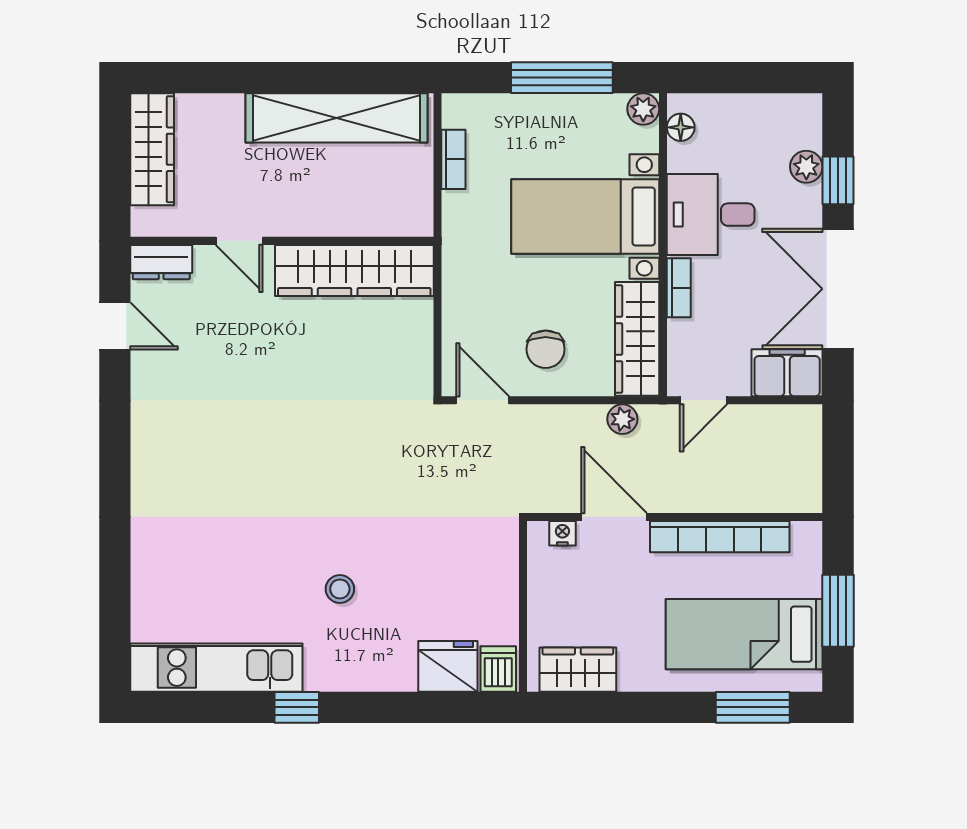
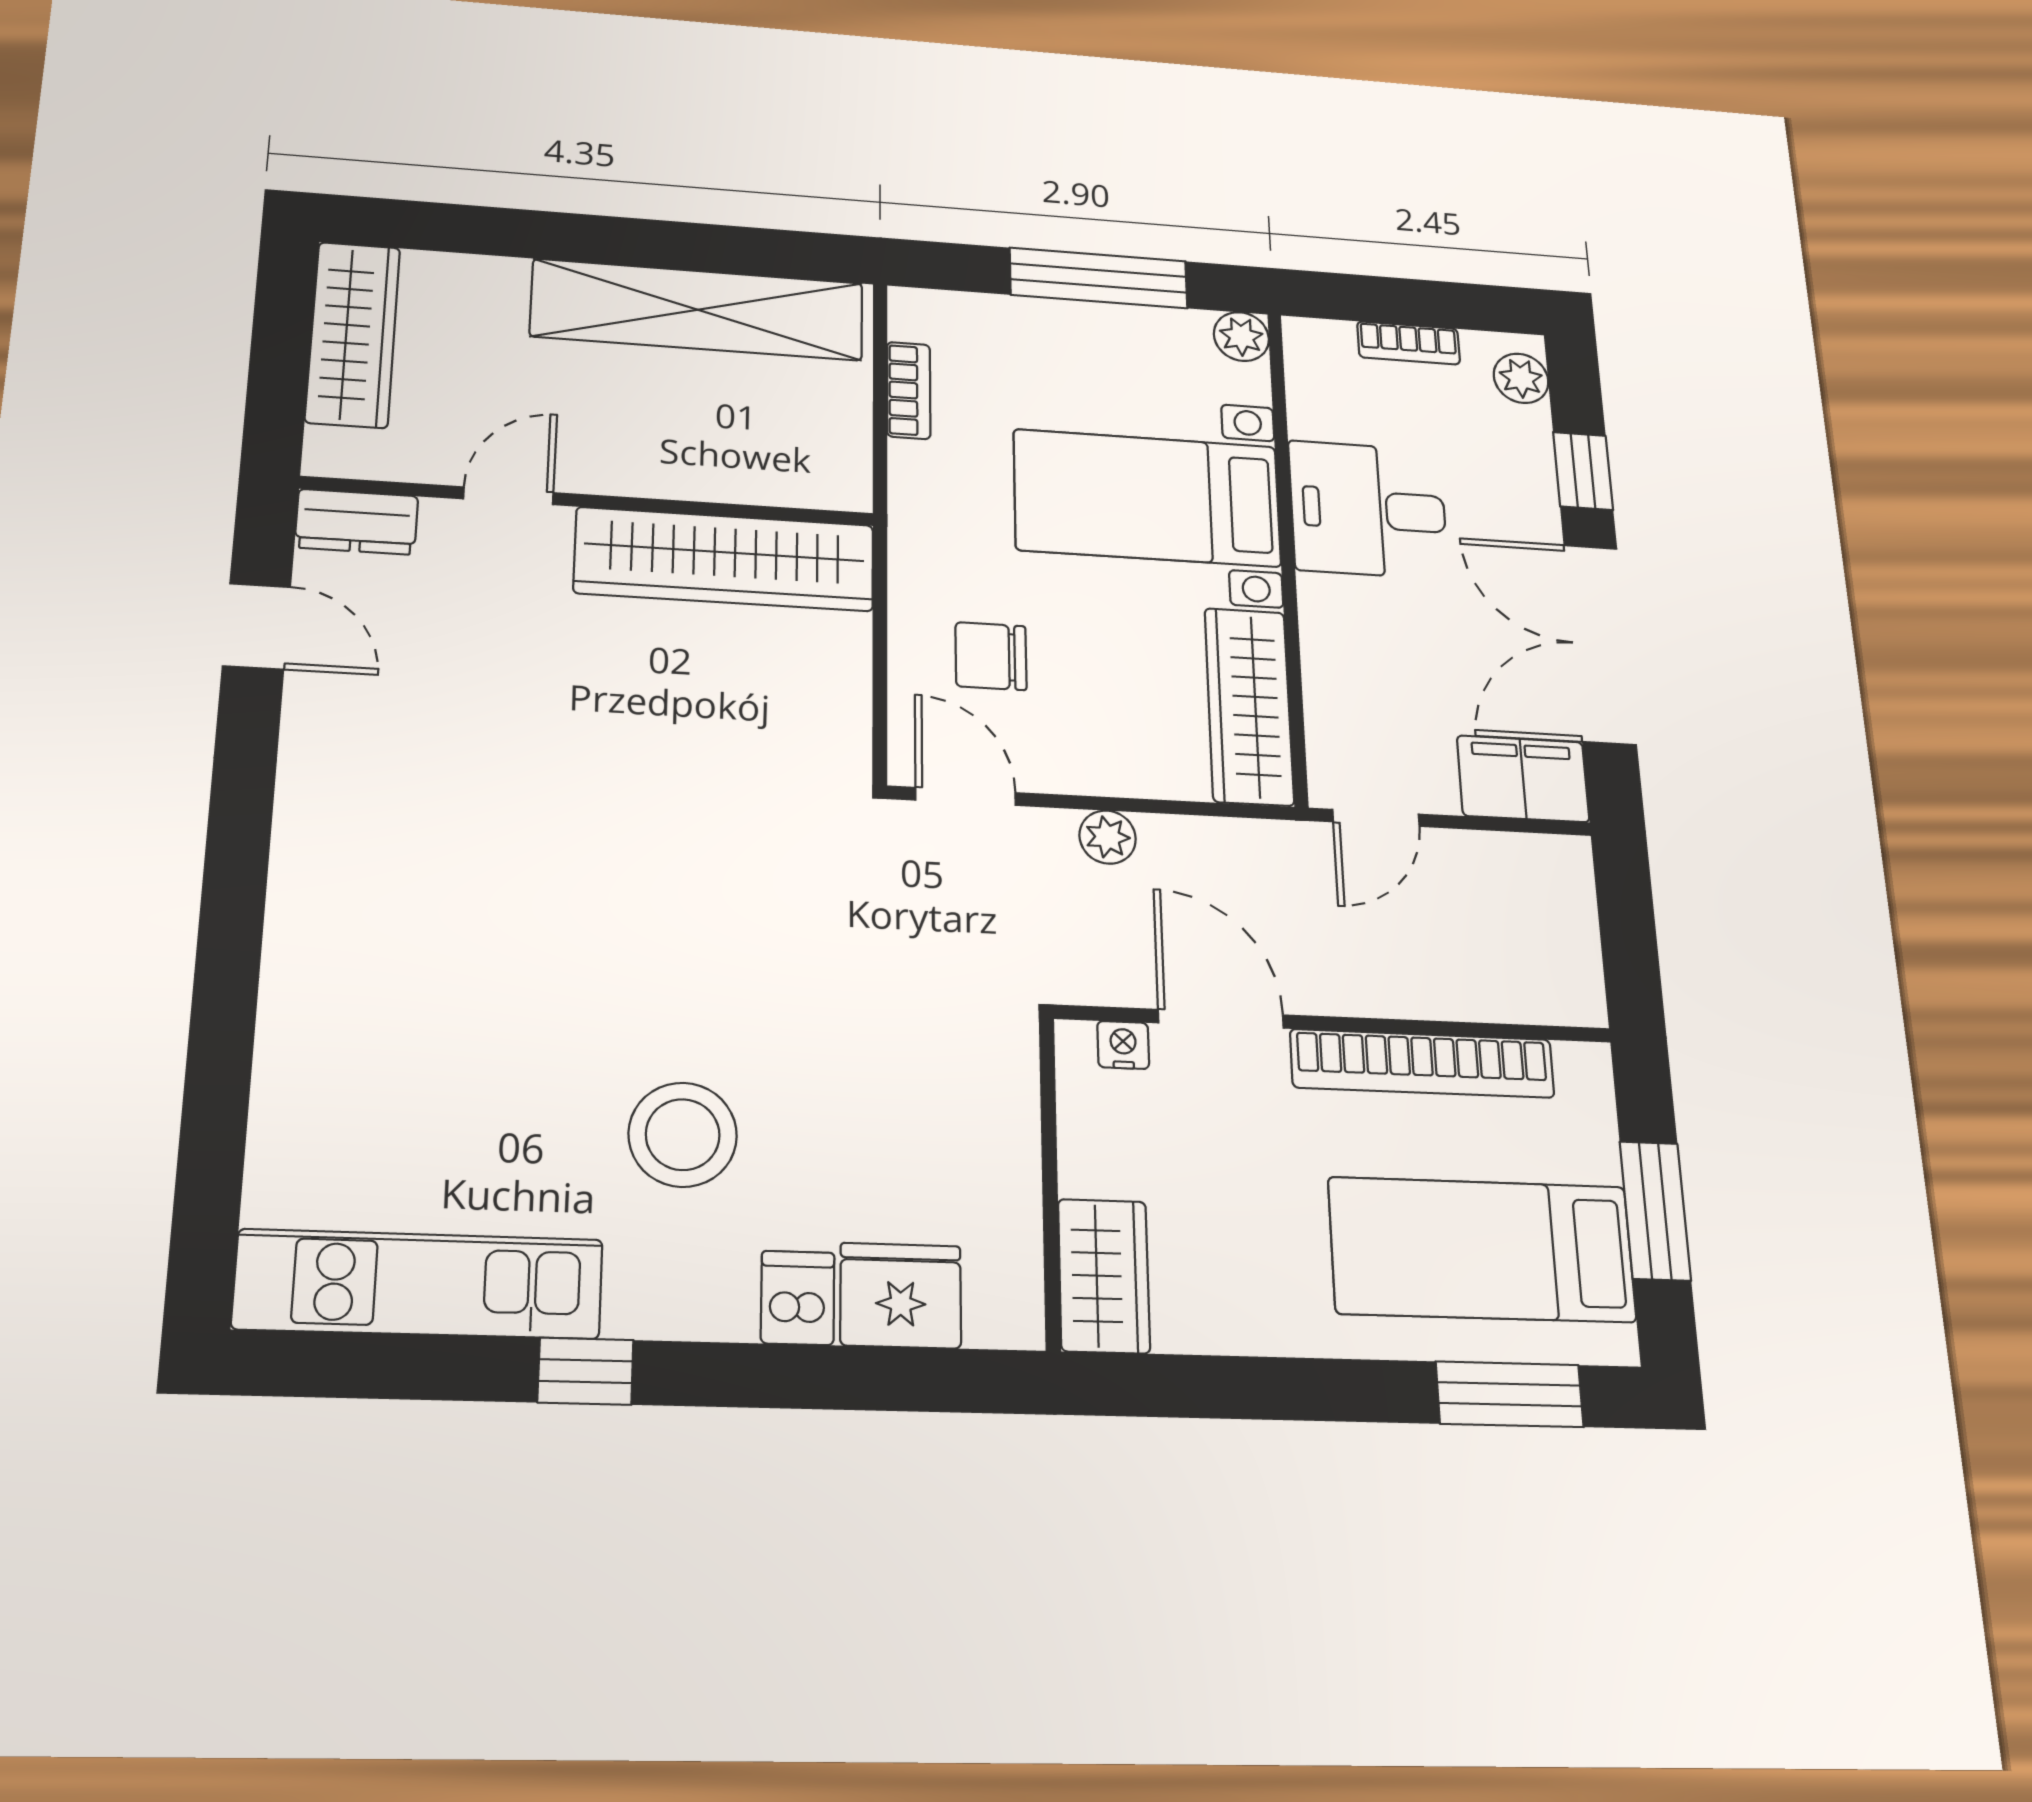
floor lamp: (681, 127) -> (1308, 369), removed
plant: (806, 167) -> (1521, 378), moved
door: (239, 241) -> (508, 496), swing flipped
bookcase: (679, 288) -> (1409, 343), moved, turned 90
chair: (546, 349) -> (991, 656), moved, turned 90
plant: (622, 419) -> (1108, 837), moved
stool: (340, 589) -> (683, 1135), width x1.89, depth x1.89
dishwasher: (498, 669) -> (798, 1298), moved
wardrobe: (578, 670) -> (1104, 1276), moved, turned 90

